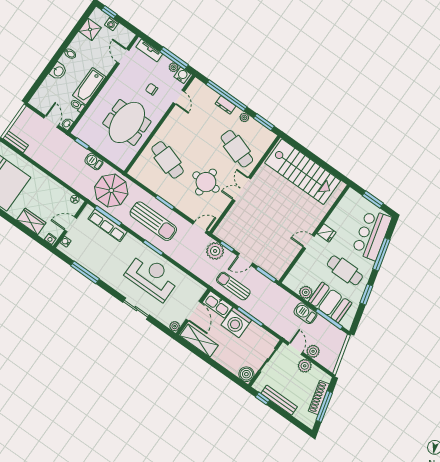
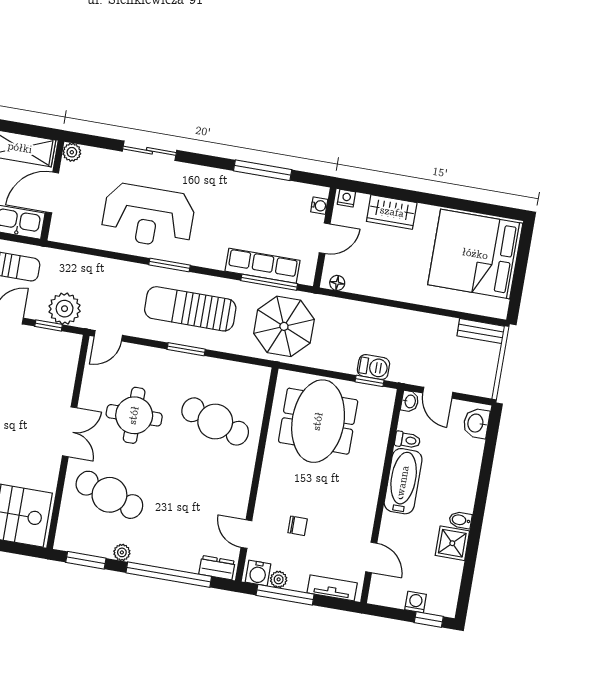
shower: (90, 29) -> (452, 543), moved
washbasin: (58, 71) -> (476, 423), moved
dresser: (226, 105) -> (217, 568), moved
meeting table: (127, 122) -> (318, 421), moved
barbecue: (94, 162) -> (373, 367), moved
door: (194, 311) -> (52, 192), hinge flipped

